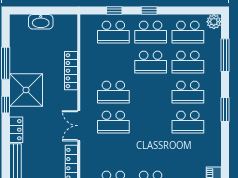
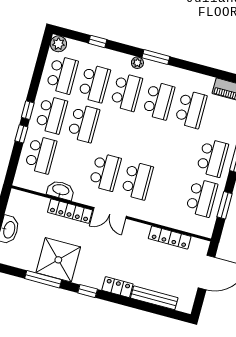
window: (114, 10) -> (21, 134), moved
window: (225, 55) -> (98, 41), width x0.46
washbasin: (87, 58) -> (61, 190), added
shower: (26, 90) -> (58, 260), moved
plant: (216, 95) -> (137, 63), added
double door: (79, 126) -> (110, 213), moved
school desk: (188, 152) -> (191, 109), added

